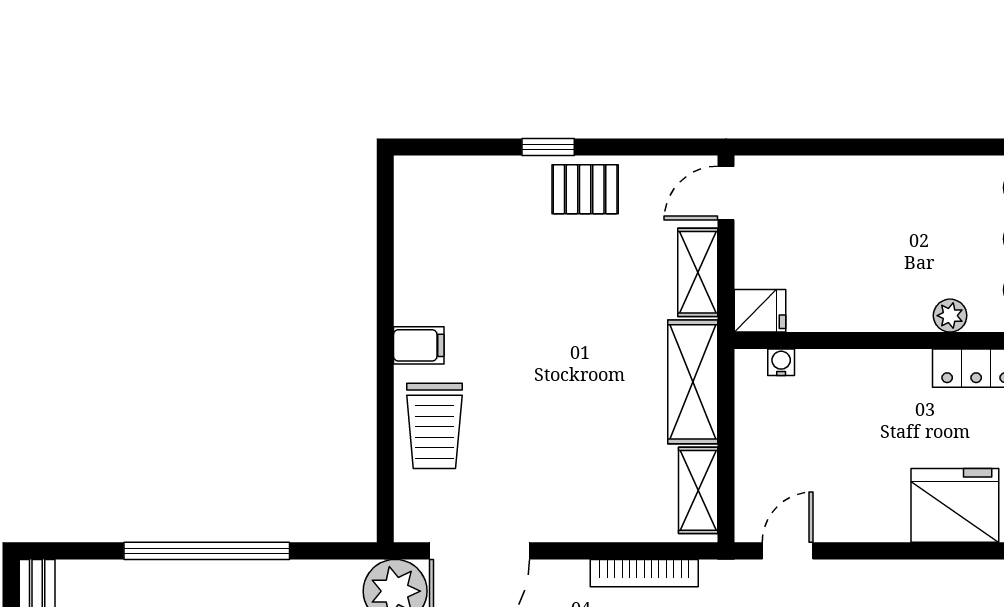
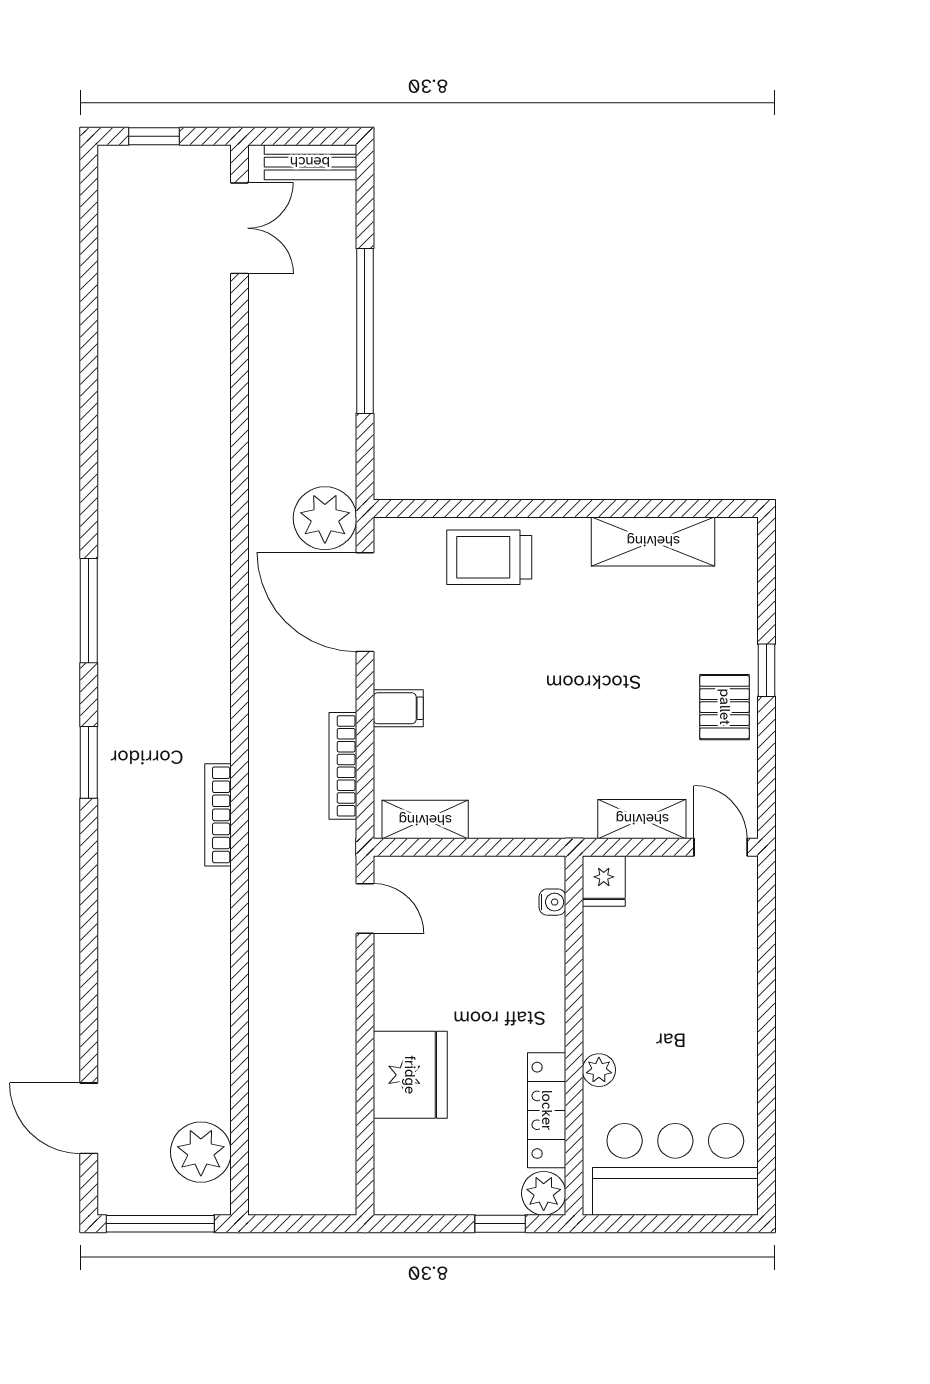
filing cabinet: (419, 345) -> (398, 708), moved, turned -90
shelving: (693, 382) -> (653, 541), moved

